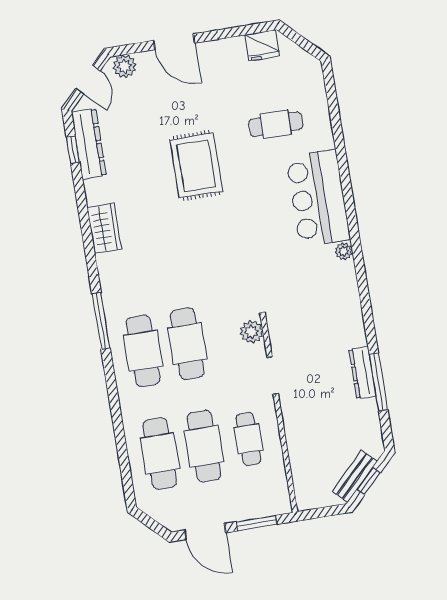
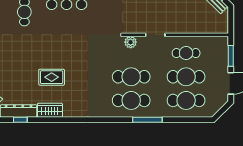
rug: (196, 166) -> (52, 77), moved, width x0.73, depth x0.70
wardrobe: (104, 228) -> (50, 110), moved
window: (101, 321) -> (147, 120), moved

